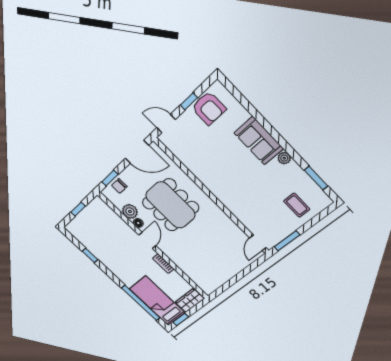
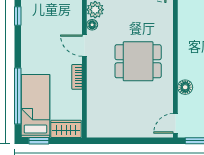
dining table: (170, 205) -> (138, 61), moved, width x0.73
floor lamp: (241, 213) -> (185, 87), added
door: (147, 240) -> (84, 46), swing flipped

